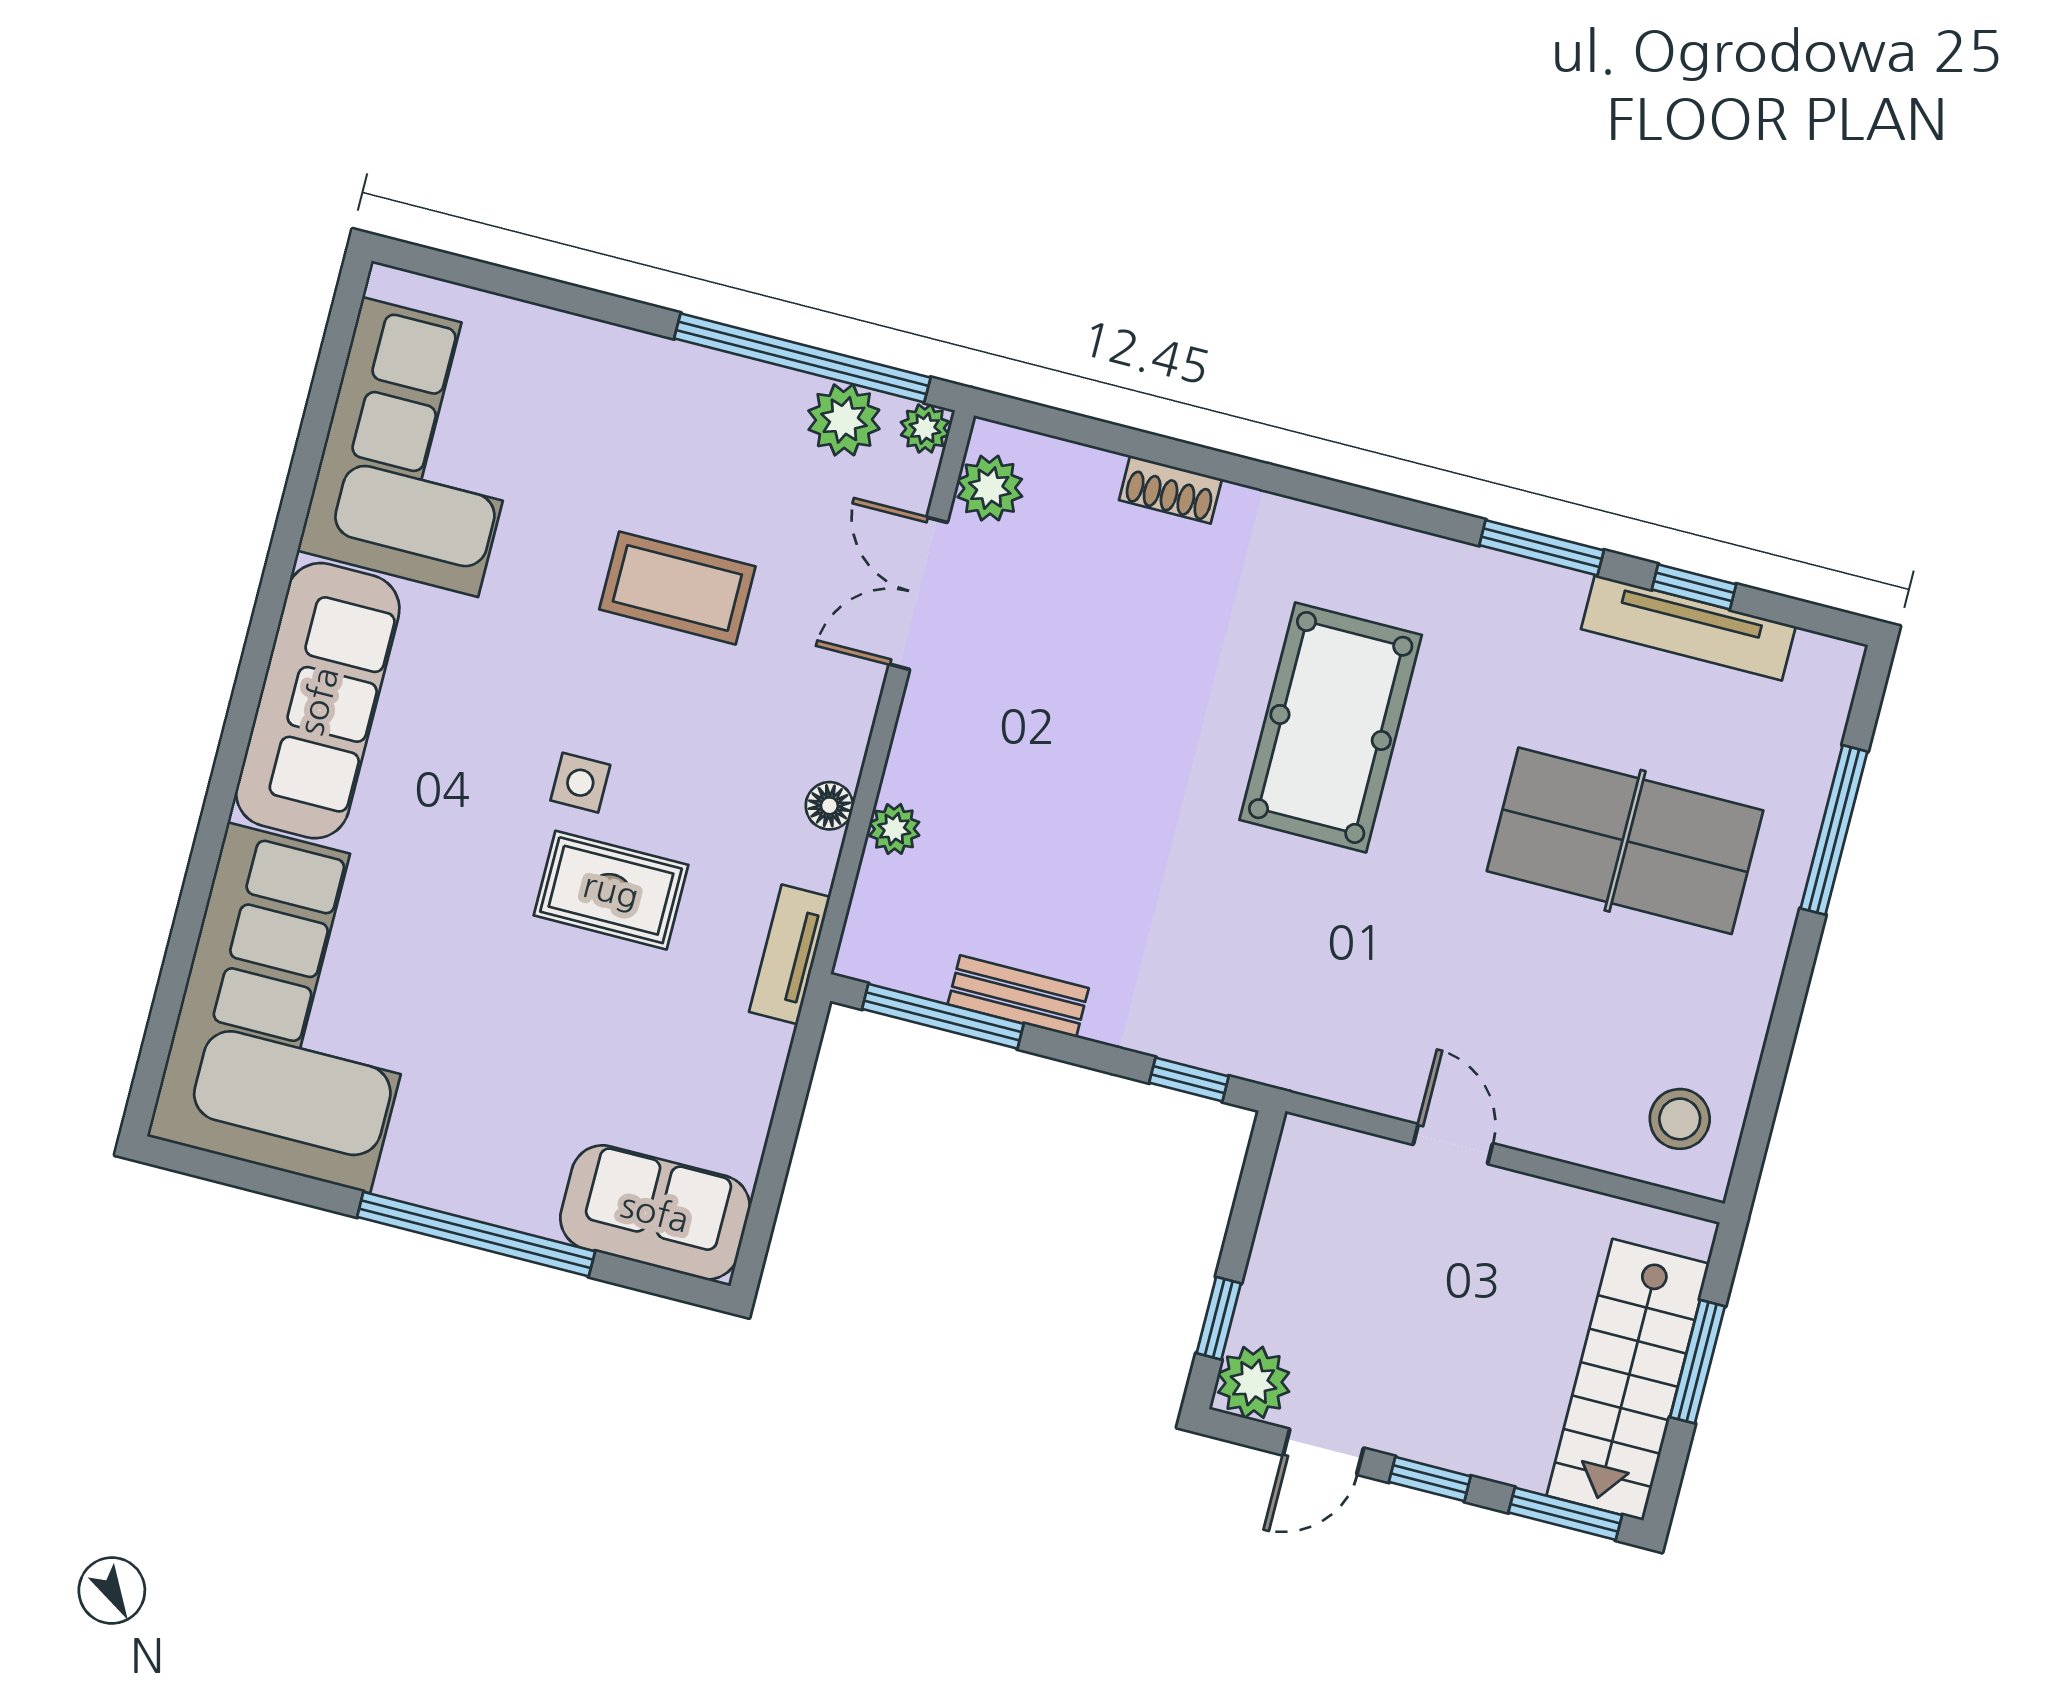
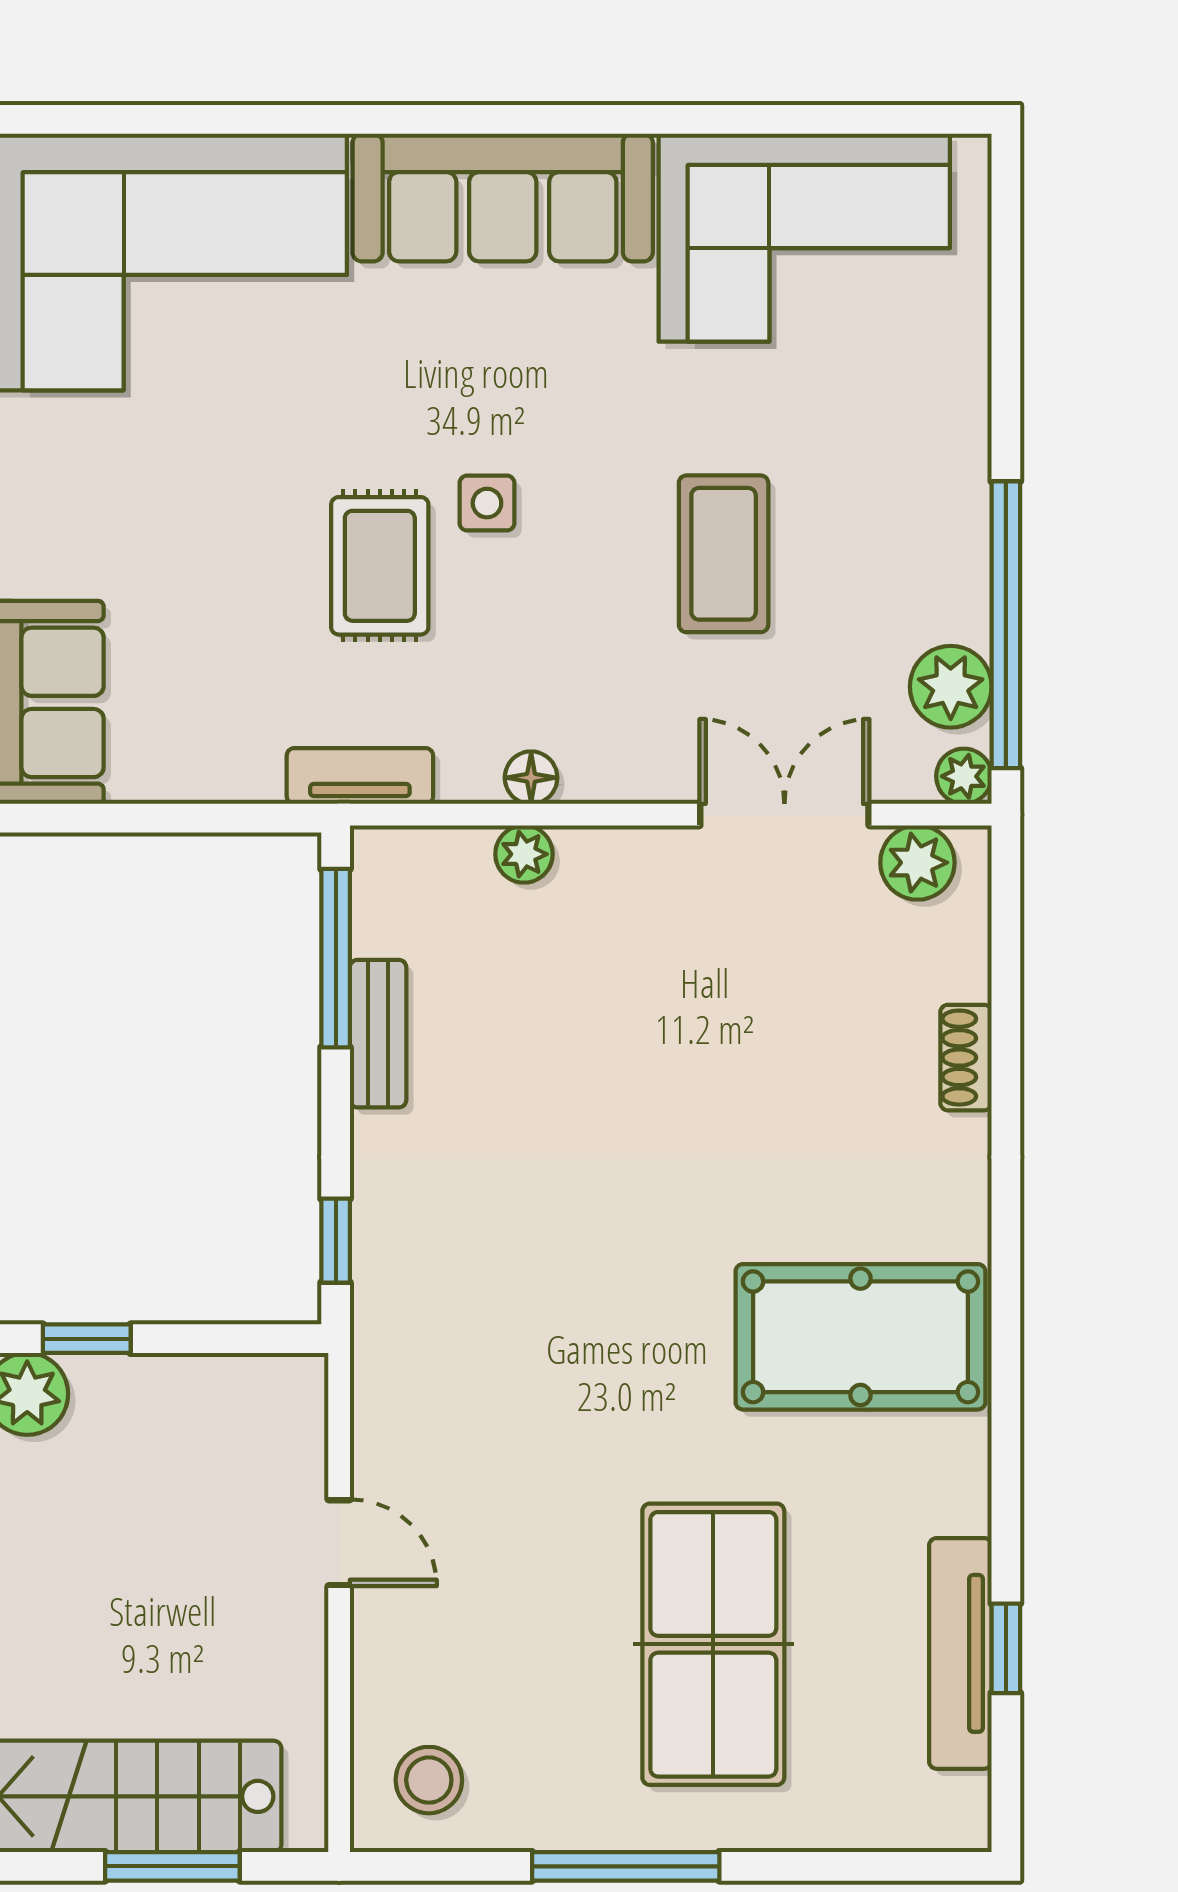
window: (1542, 548) -> (1006, 1473), removed
pool table: (1331, 727) -> (860, 1337), moved
window: (1834, 830) -> (626, 1866), moved
door: (1453, 1144) -> (339, 1543), hinge flipped

